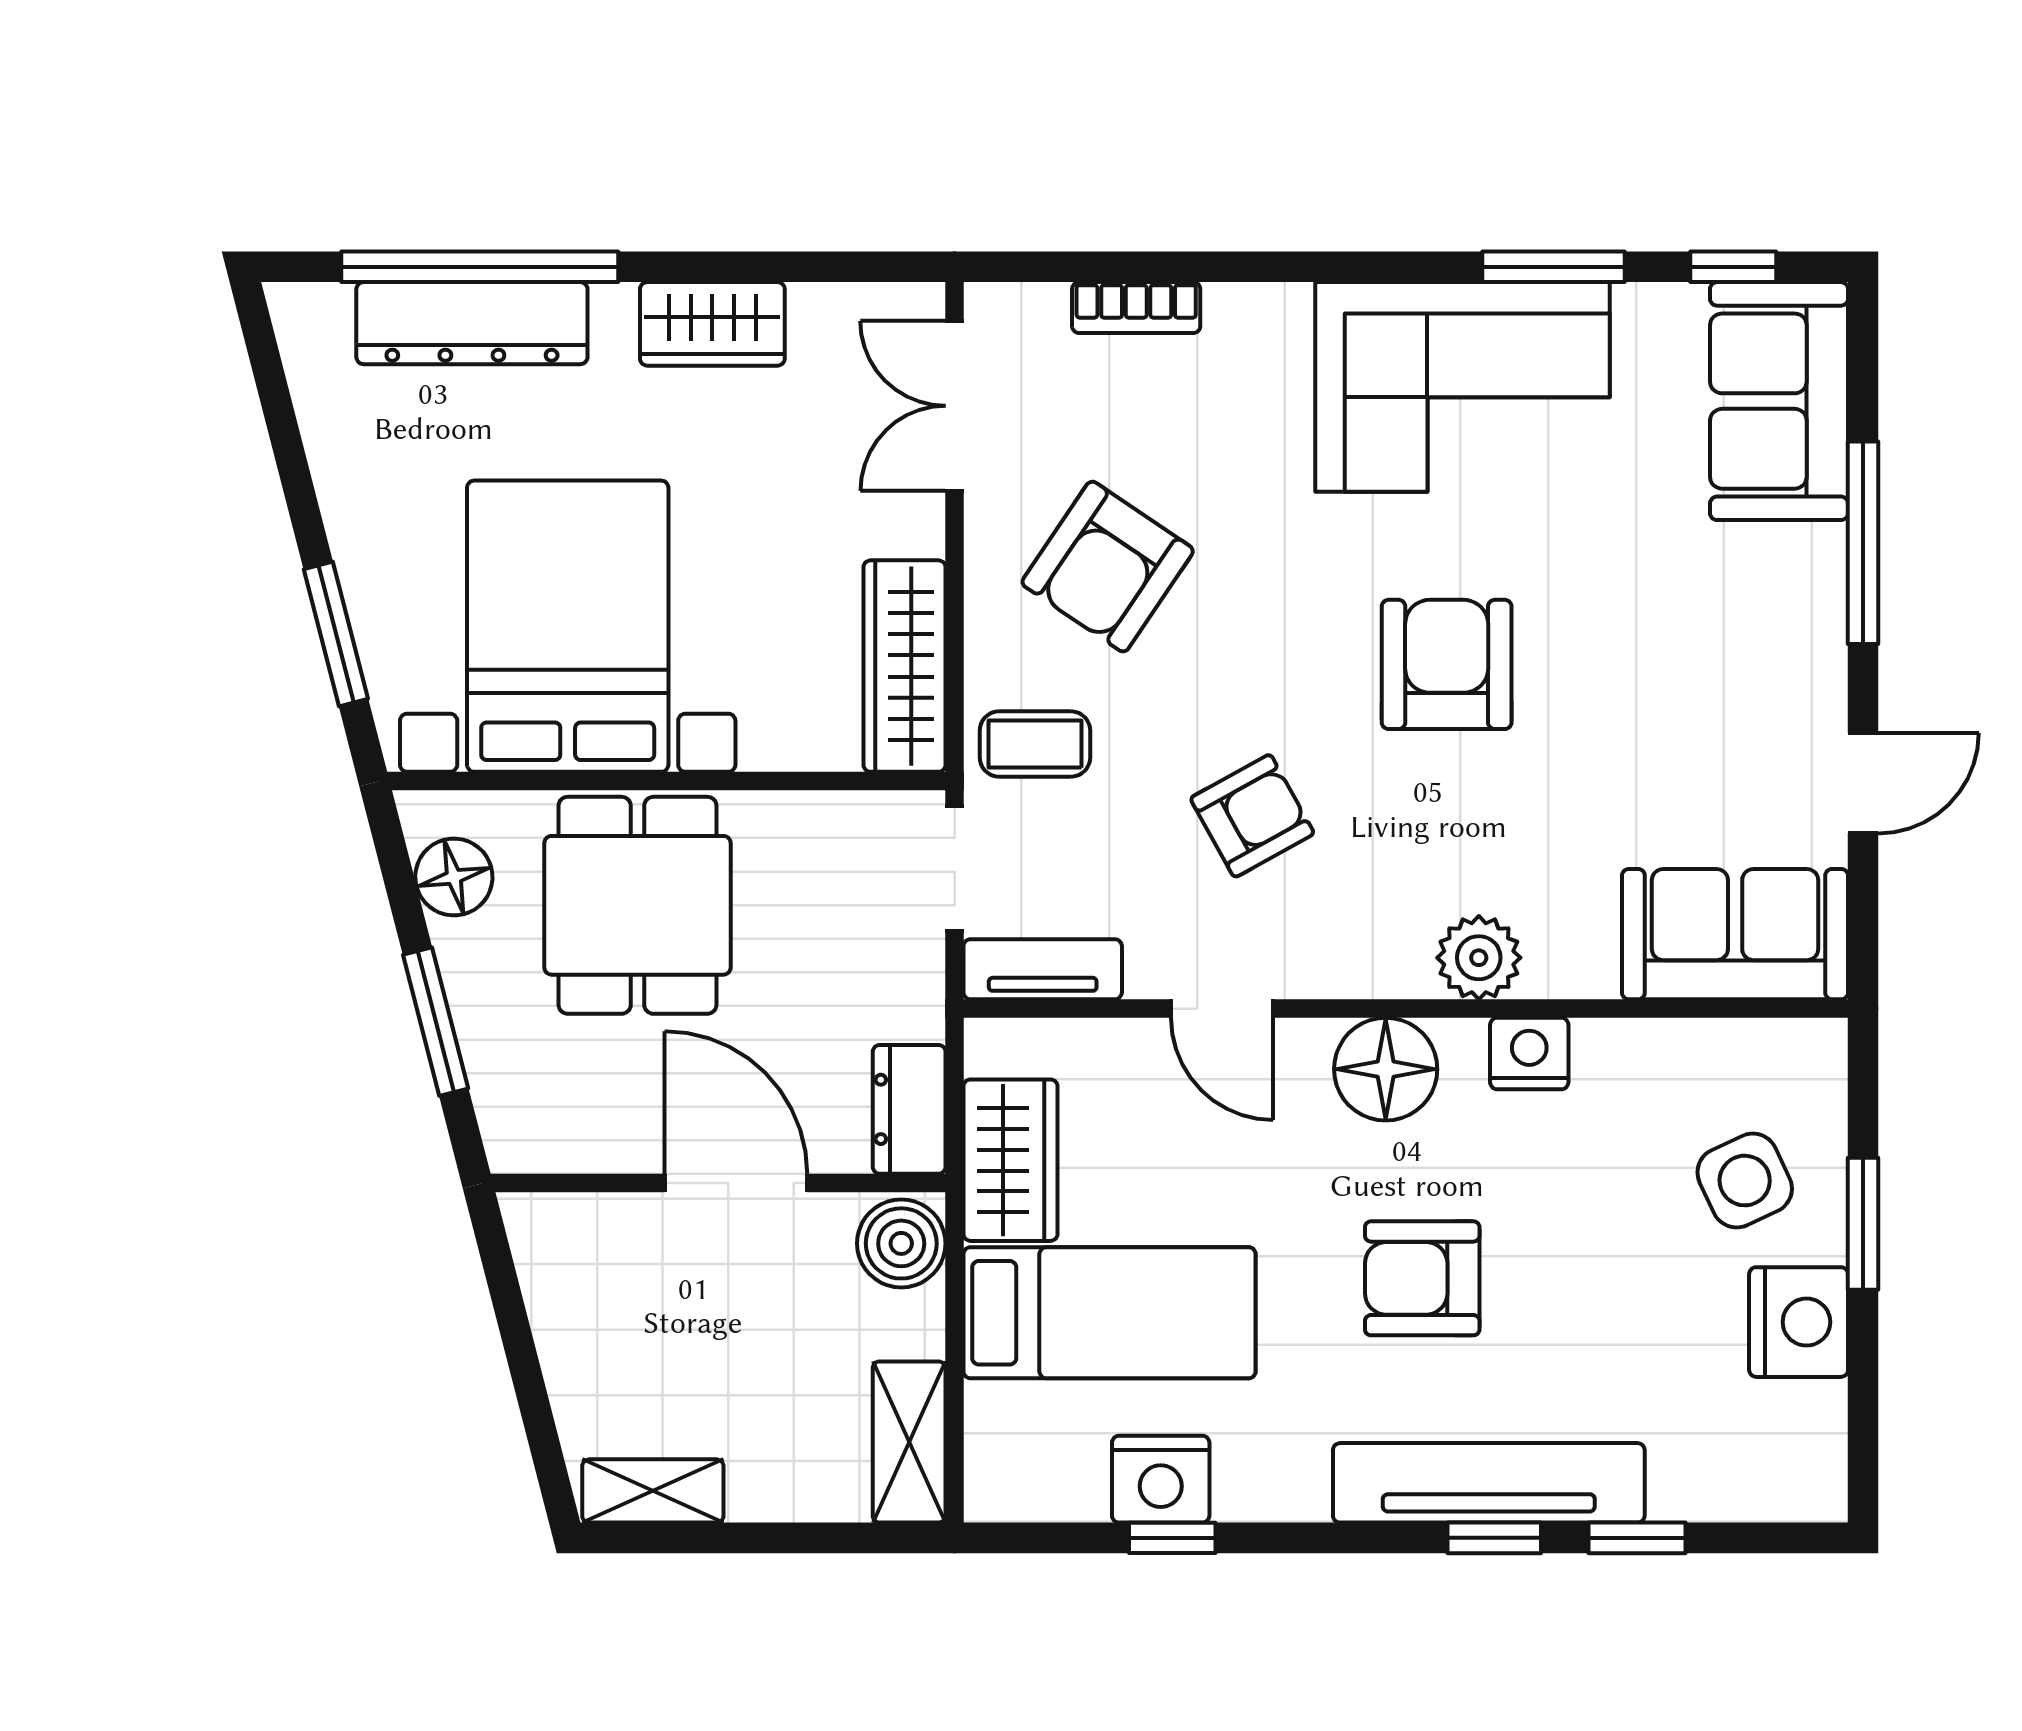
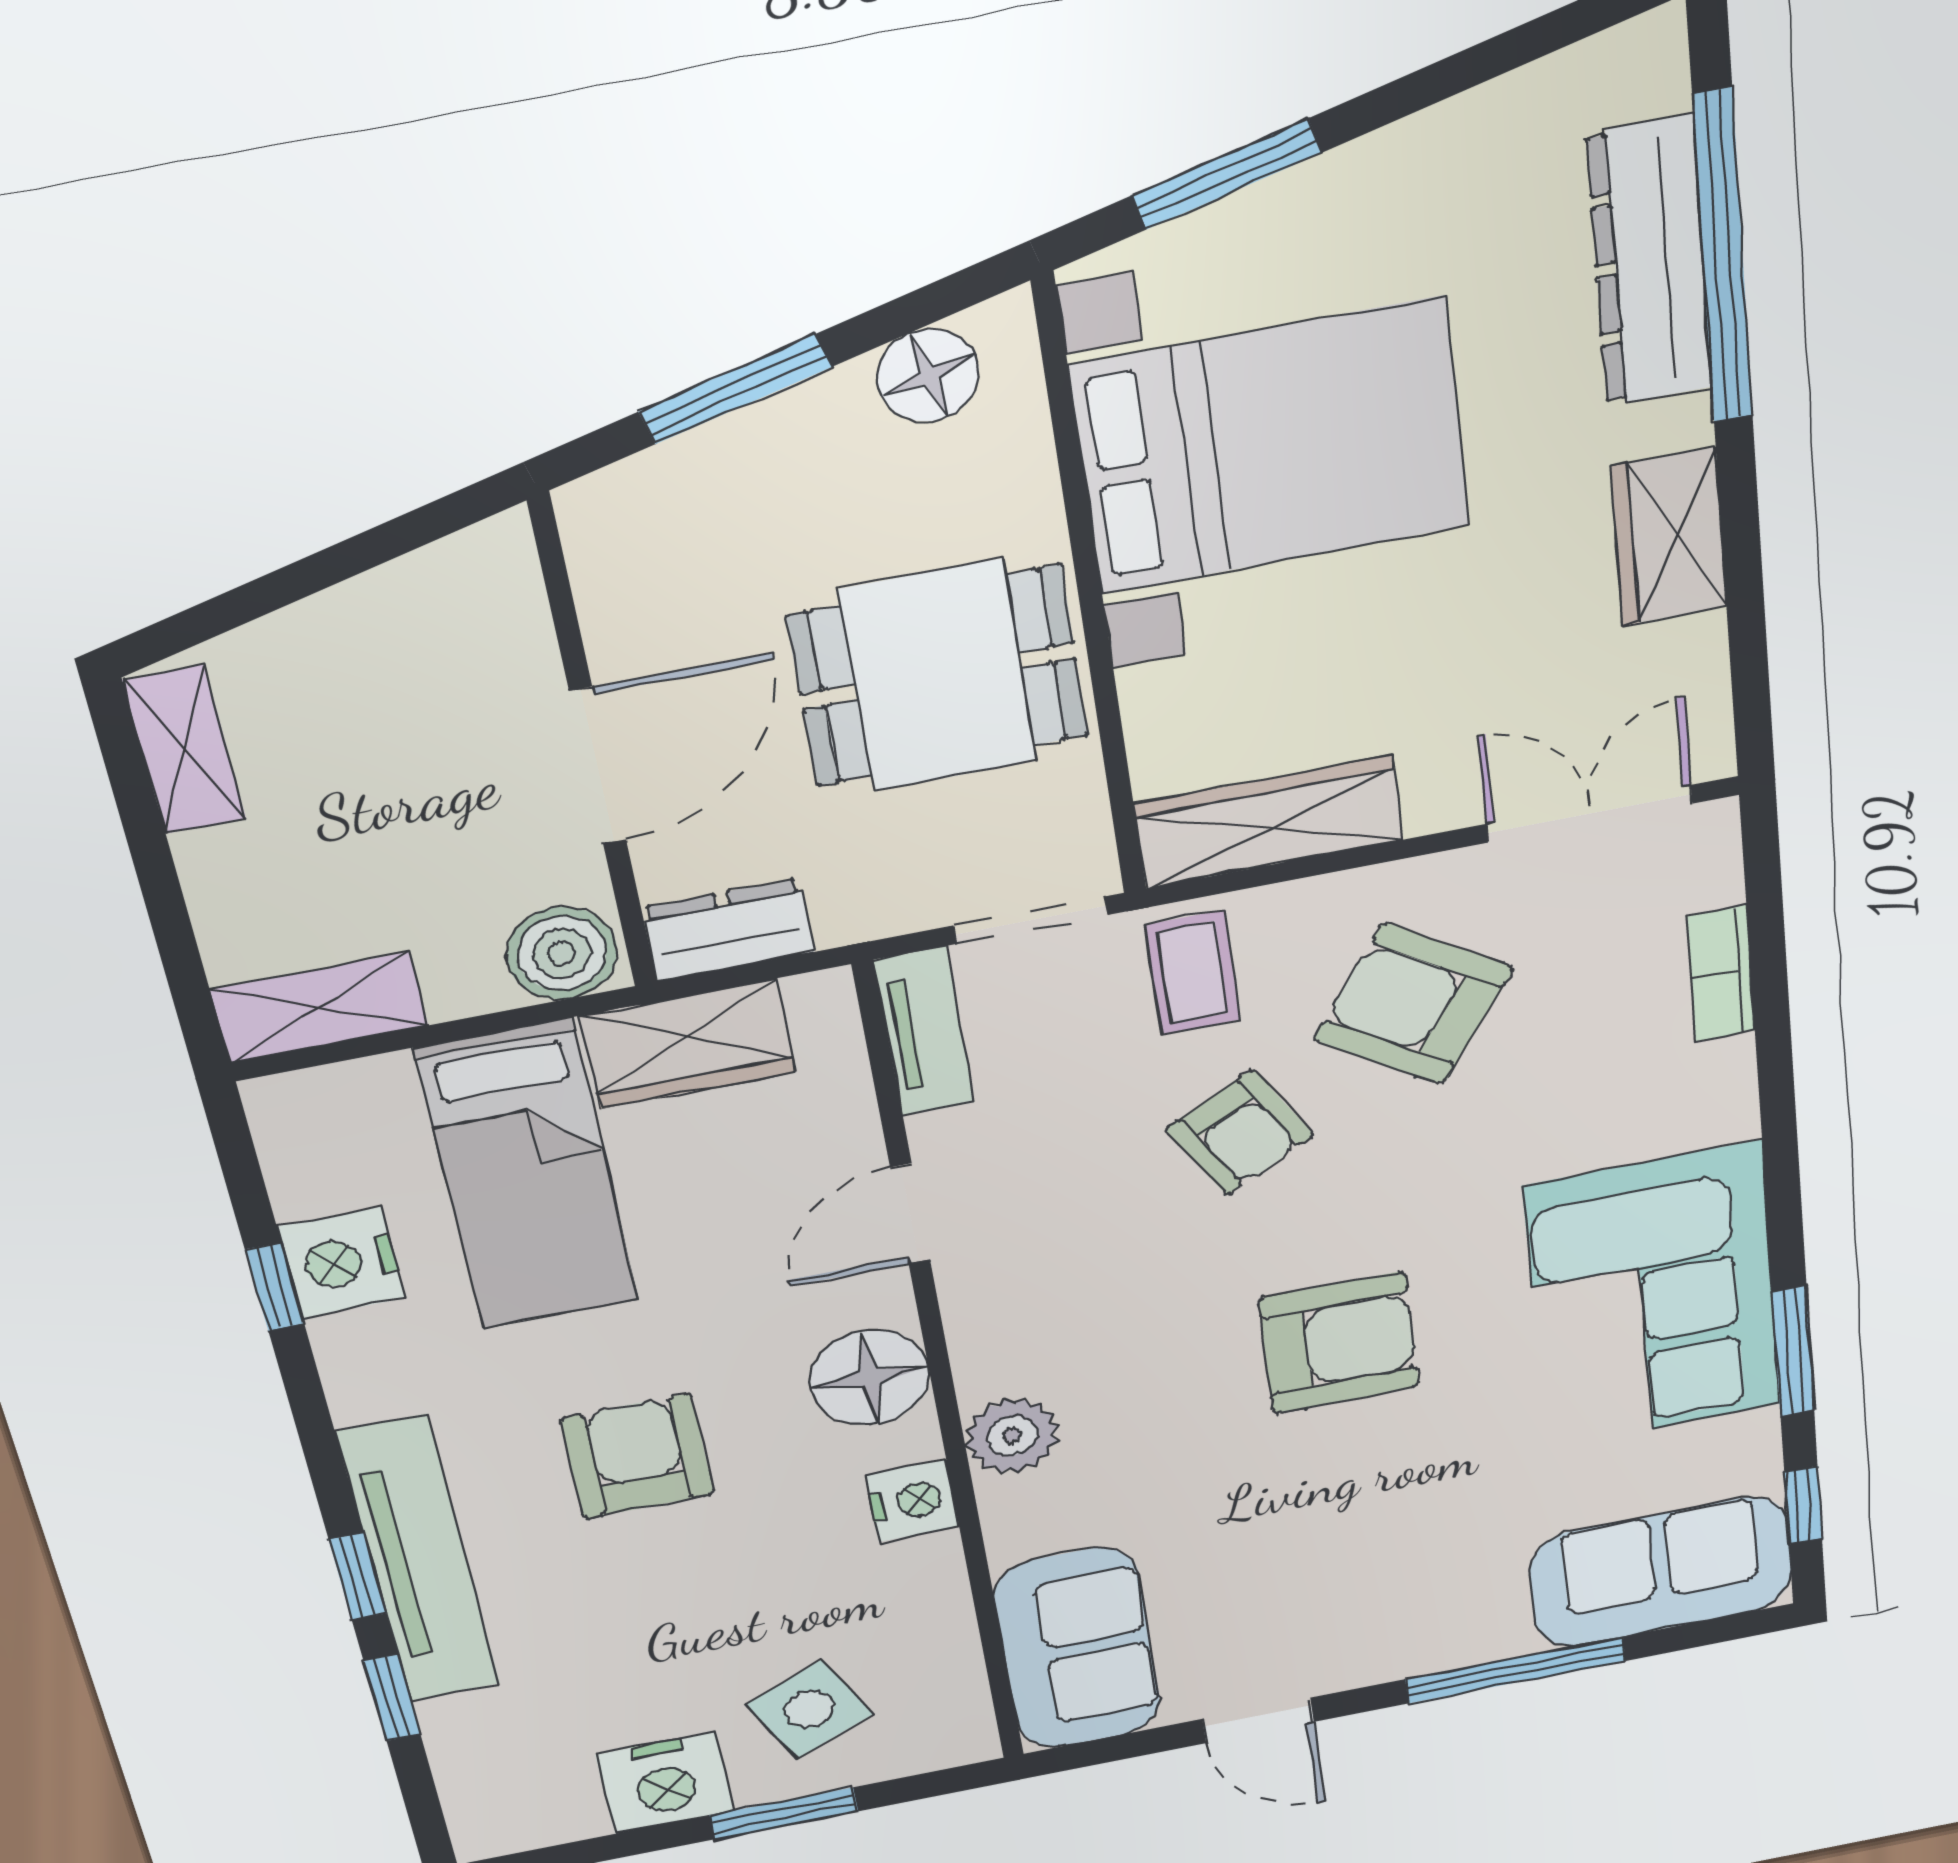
armchair: (1252, 816) -> (1240, 1132), moved
dining table: (638, 905) -> (938, 676), moved

